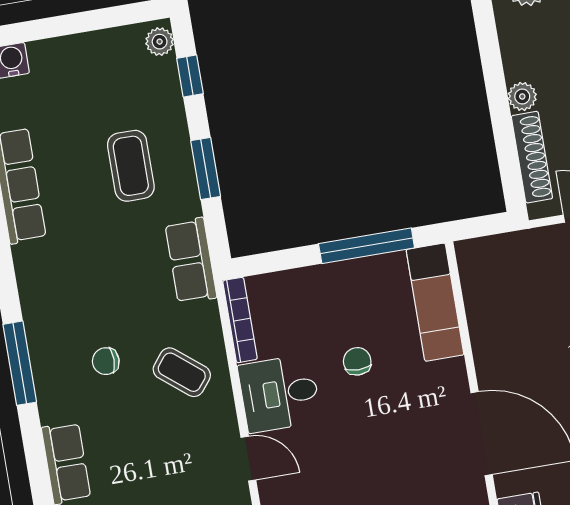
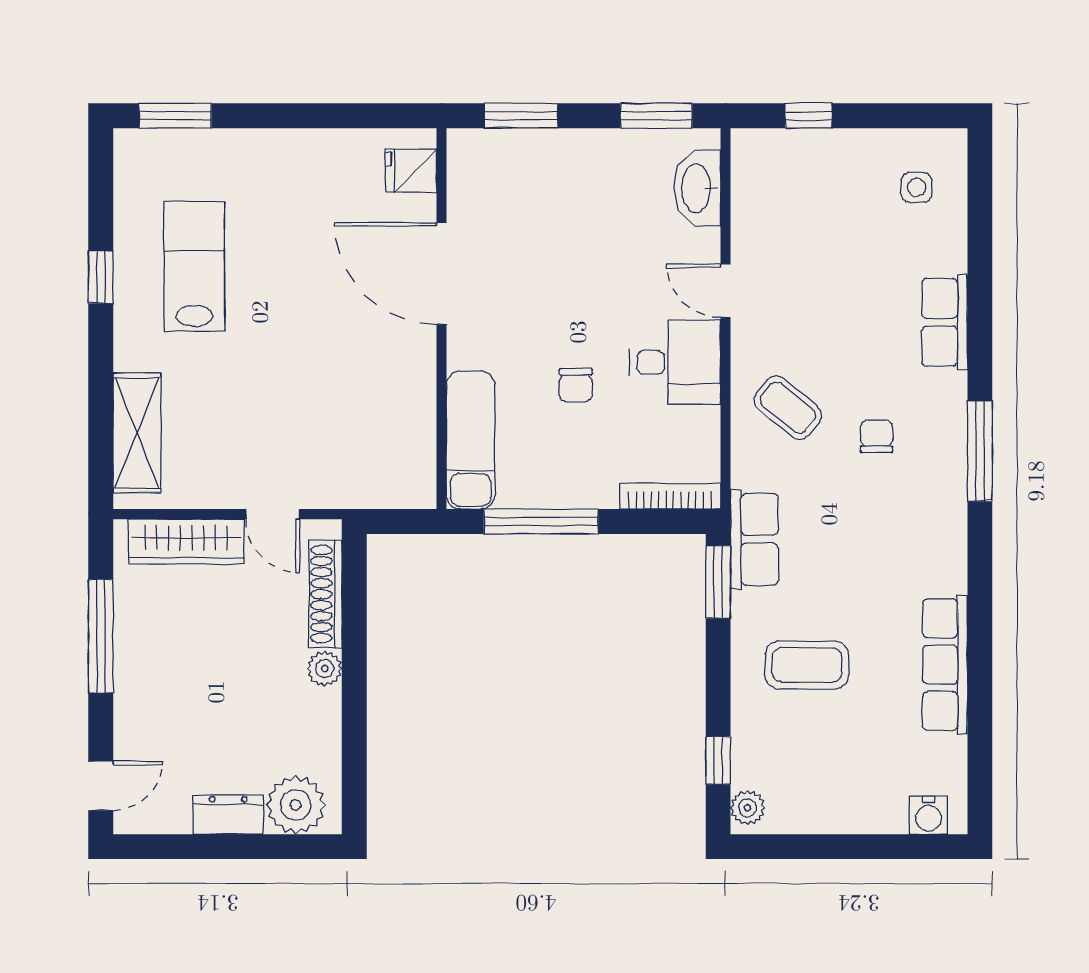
coffee table: (131, 166) -> (807, 665), turned 90
window: (206, 169) -> (718, 582), moved
bookcase: (240, 320) -> (670, 496), moved, turned 90
chair: (106, 361) -> (877, 436), turned -90

